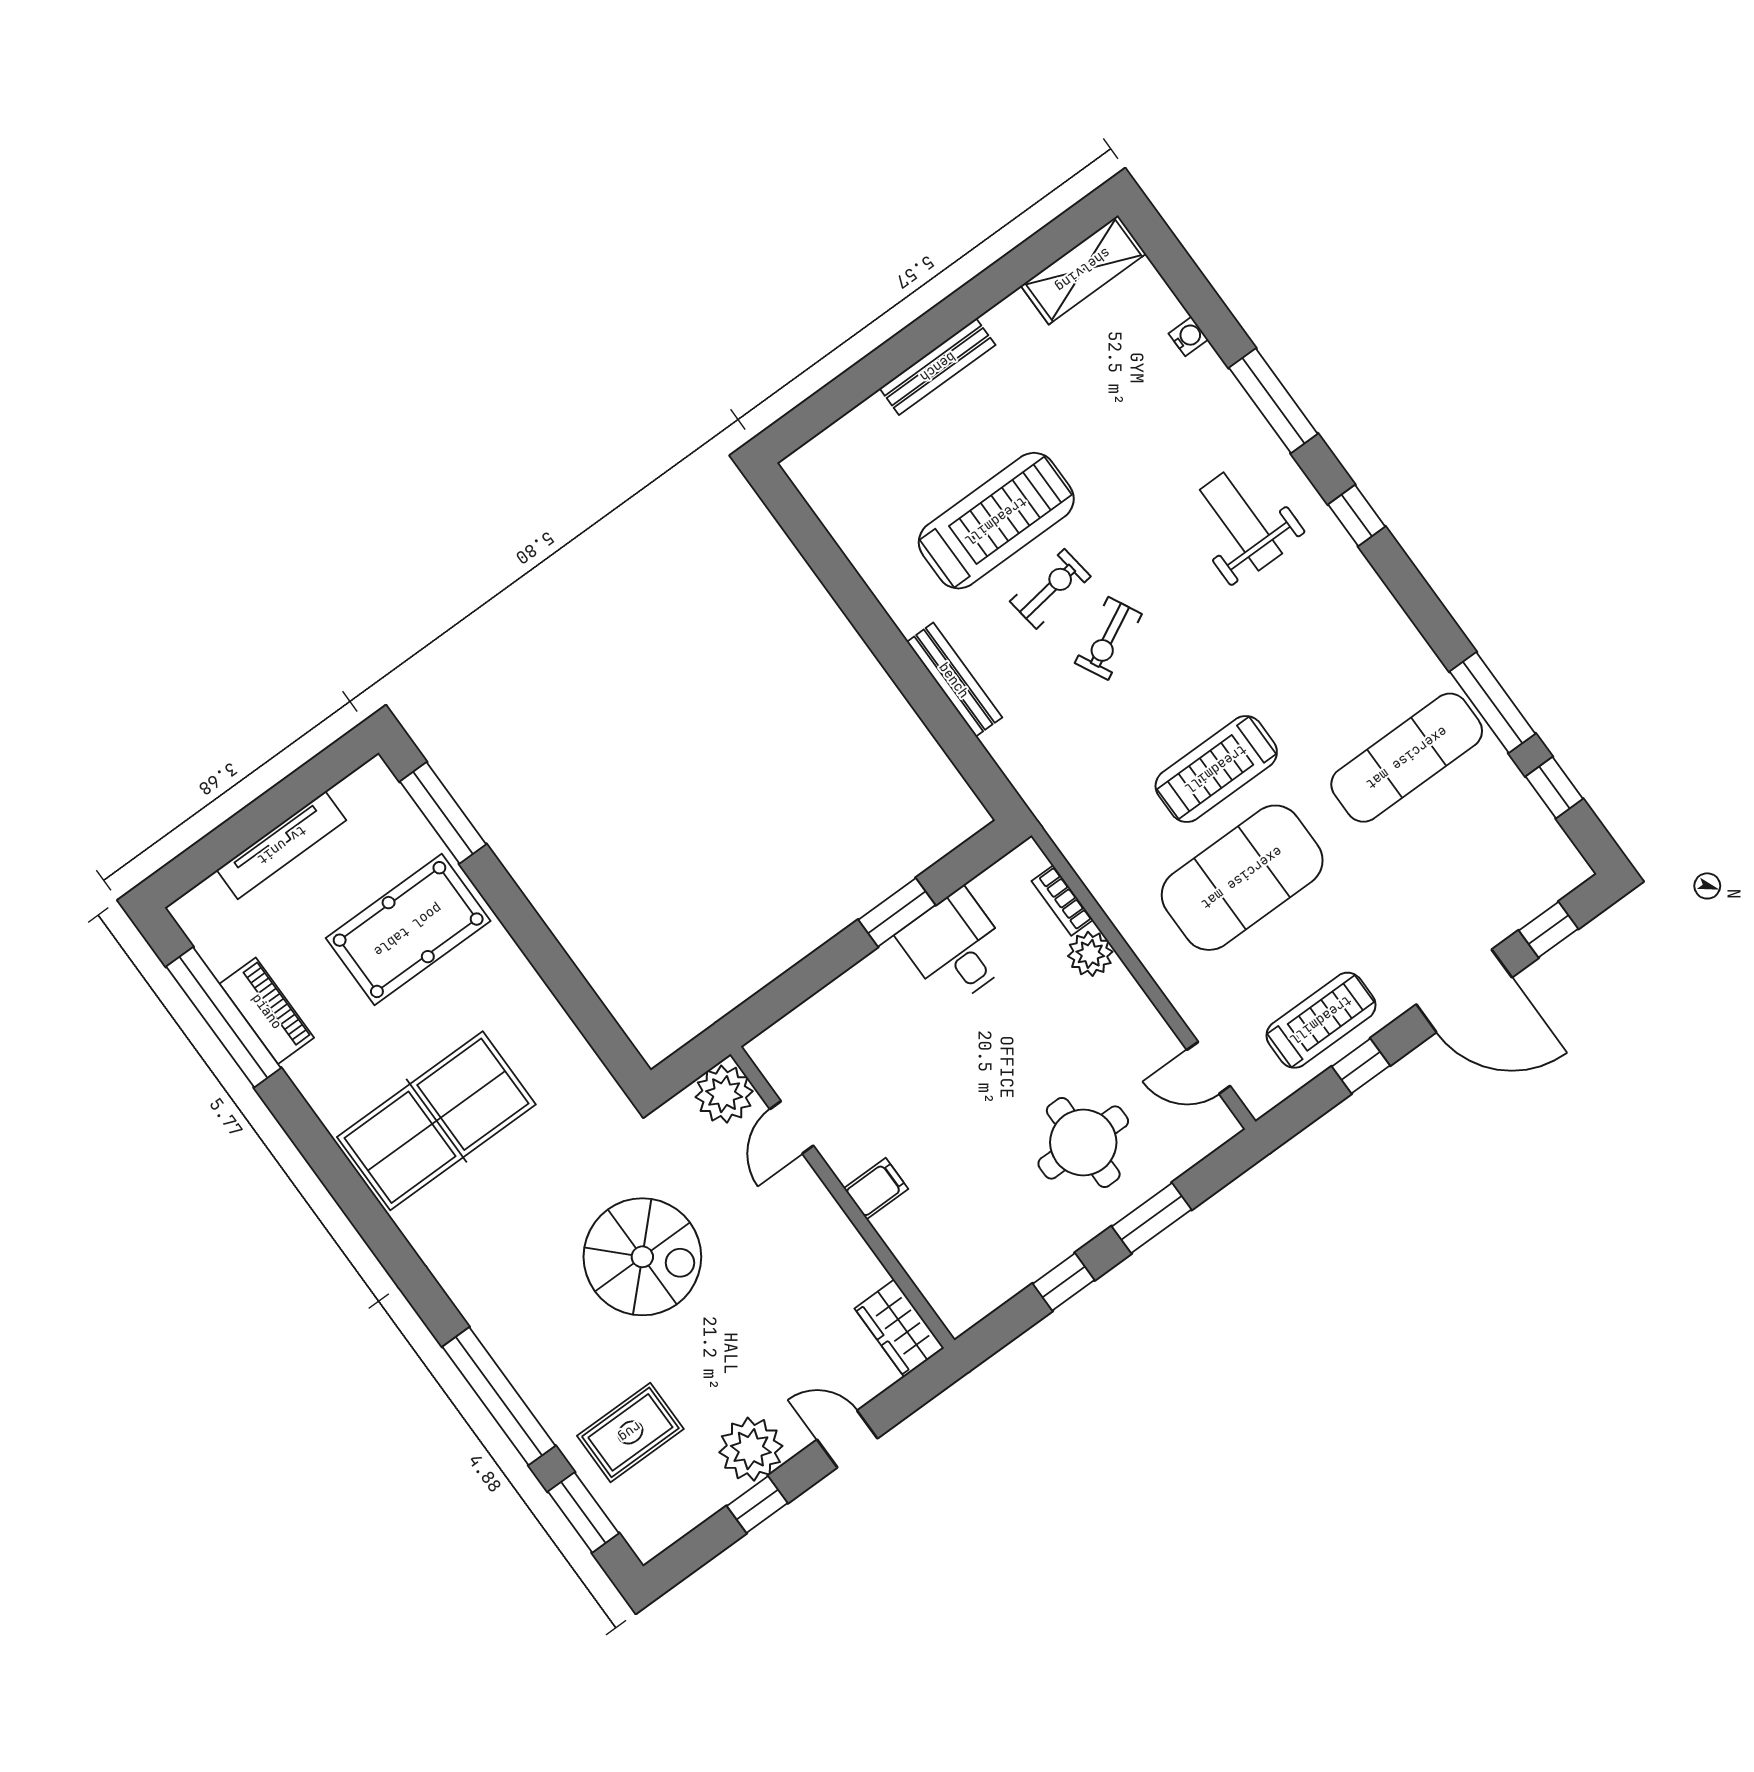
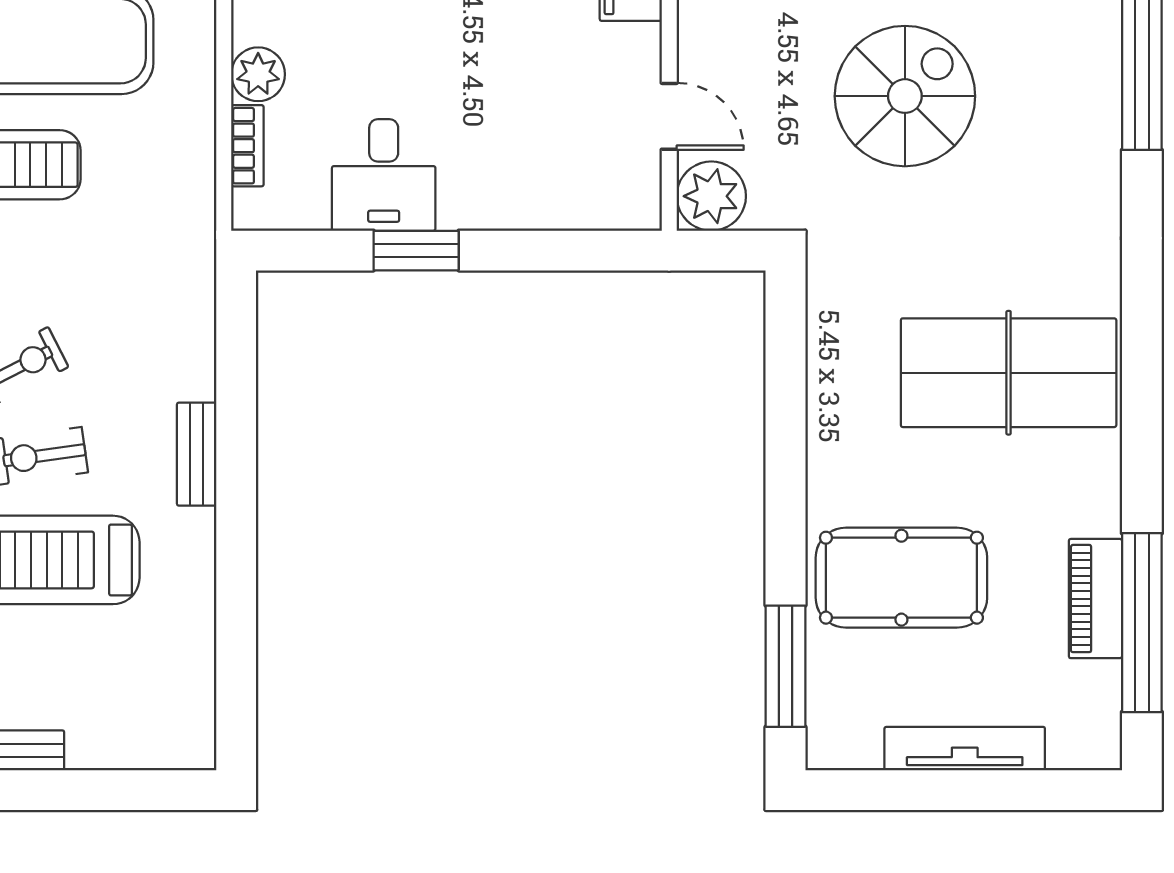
bench: (954, 680) -> (197, 454), width x0.73
door: (792, 1127) -> (669, 116), hinge flipped
spiral stairs: (642, 1257) -> (905, 96), turned 90

